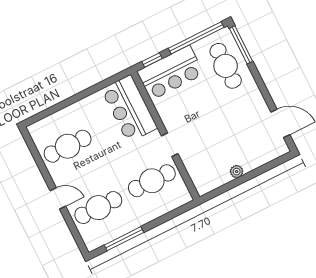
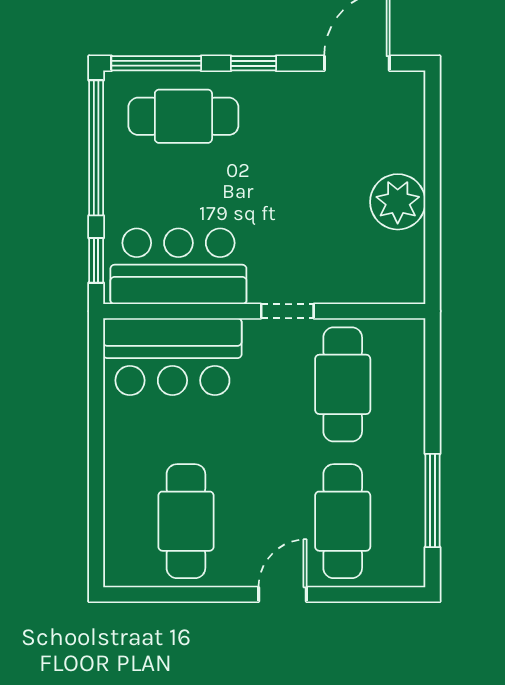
bar counter: (170, 73) -> (178, 266), moved, turned -90
window: (260, 83) -> (254, 63), added
plant: (237, 172) -> (398, 202), width x1.87, depth x1.87

